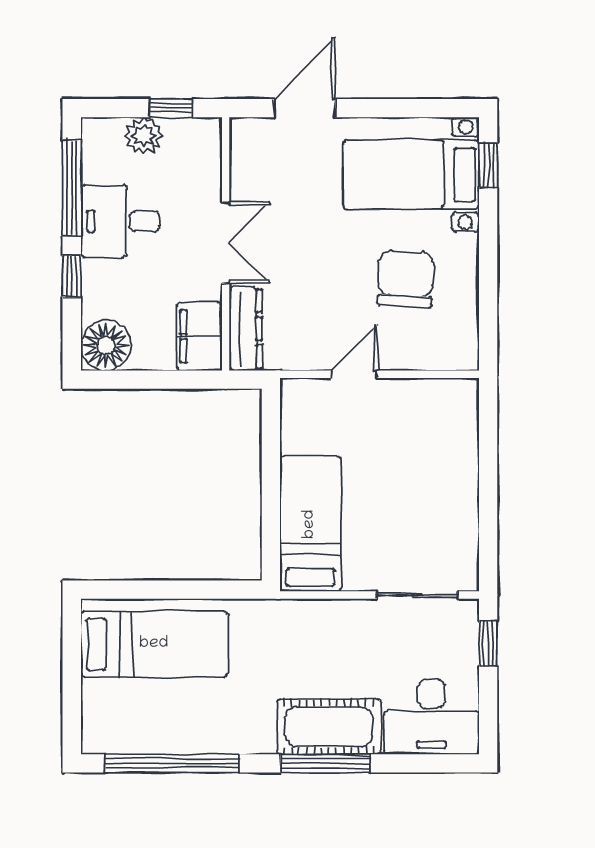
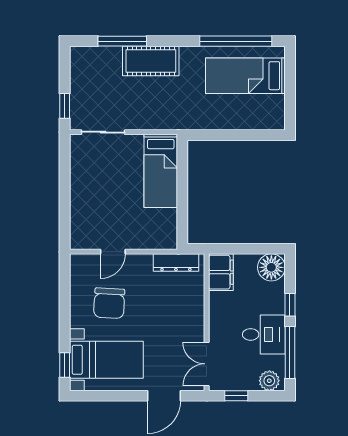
plant: (144, 136) -> (269, 381), moved
double door: (226, 243) -> (207, 364), moved
dresser: (246, 329) -> (176, 263), moved, turned -90
door: (354, 374) -> (113, 252), moved
bed: (154, 644) -> (245, 76), moved
desk: (431, 717) -> (95, 66), removed
window: (325, 763) -> (122, 41), moved

